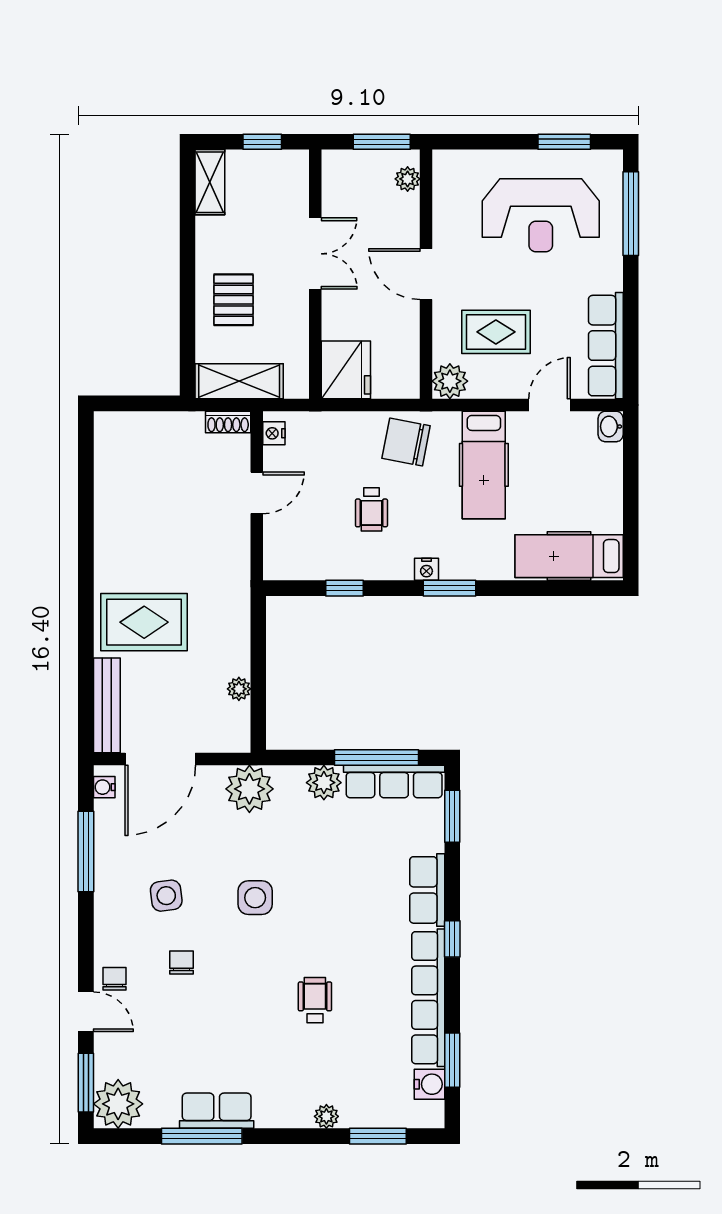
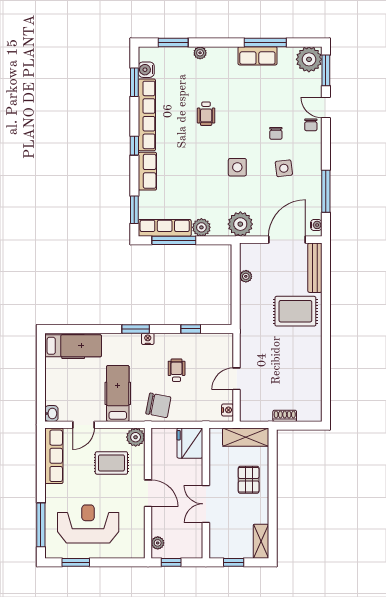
window: (382, 142) -> (171, 562), width x0.67
shoe rack: (228, 422) -> (285, 416), moved

